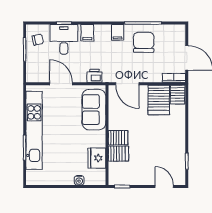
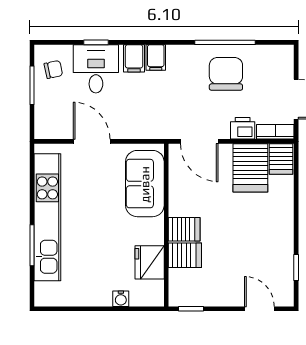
filing cabinet: (118, 32) -> (156, 58), moved
printer: (94, 76) -> (243, 128), moved

